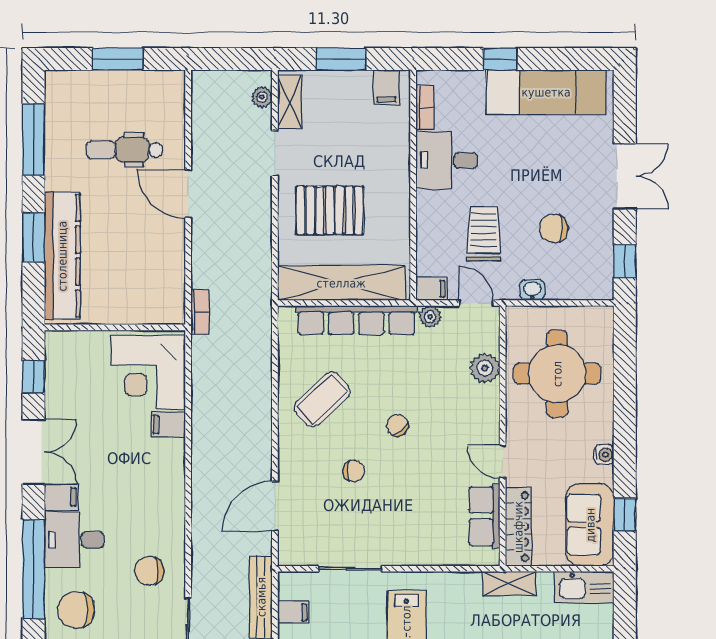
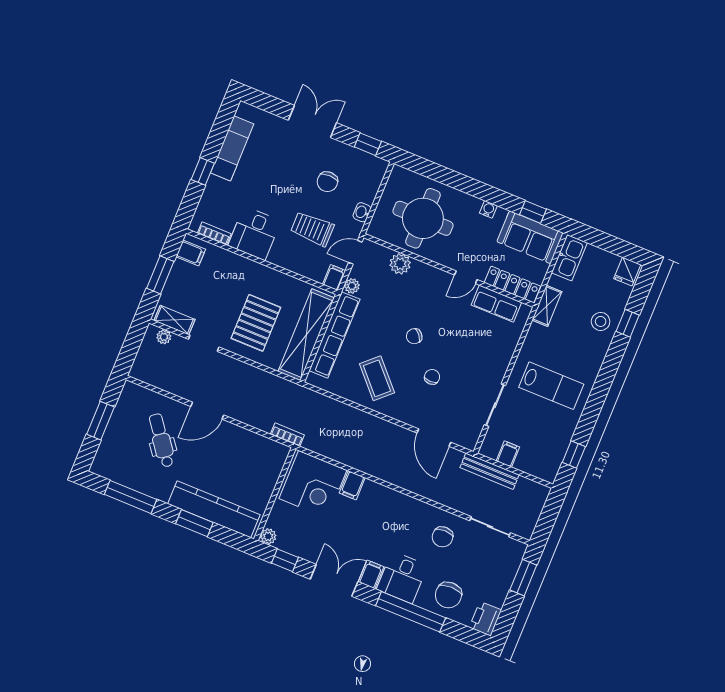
exam couch: (546, 92) -> (232, 148), width x0.73, depth x0.69
dental chair: (124, 150) -> (161, 440), turned 143
plant: (56, 342) -> (268, 536), added

